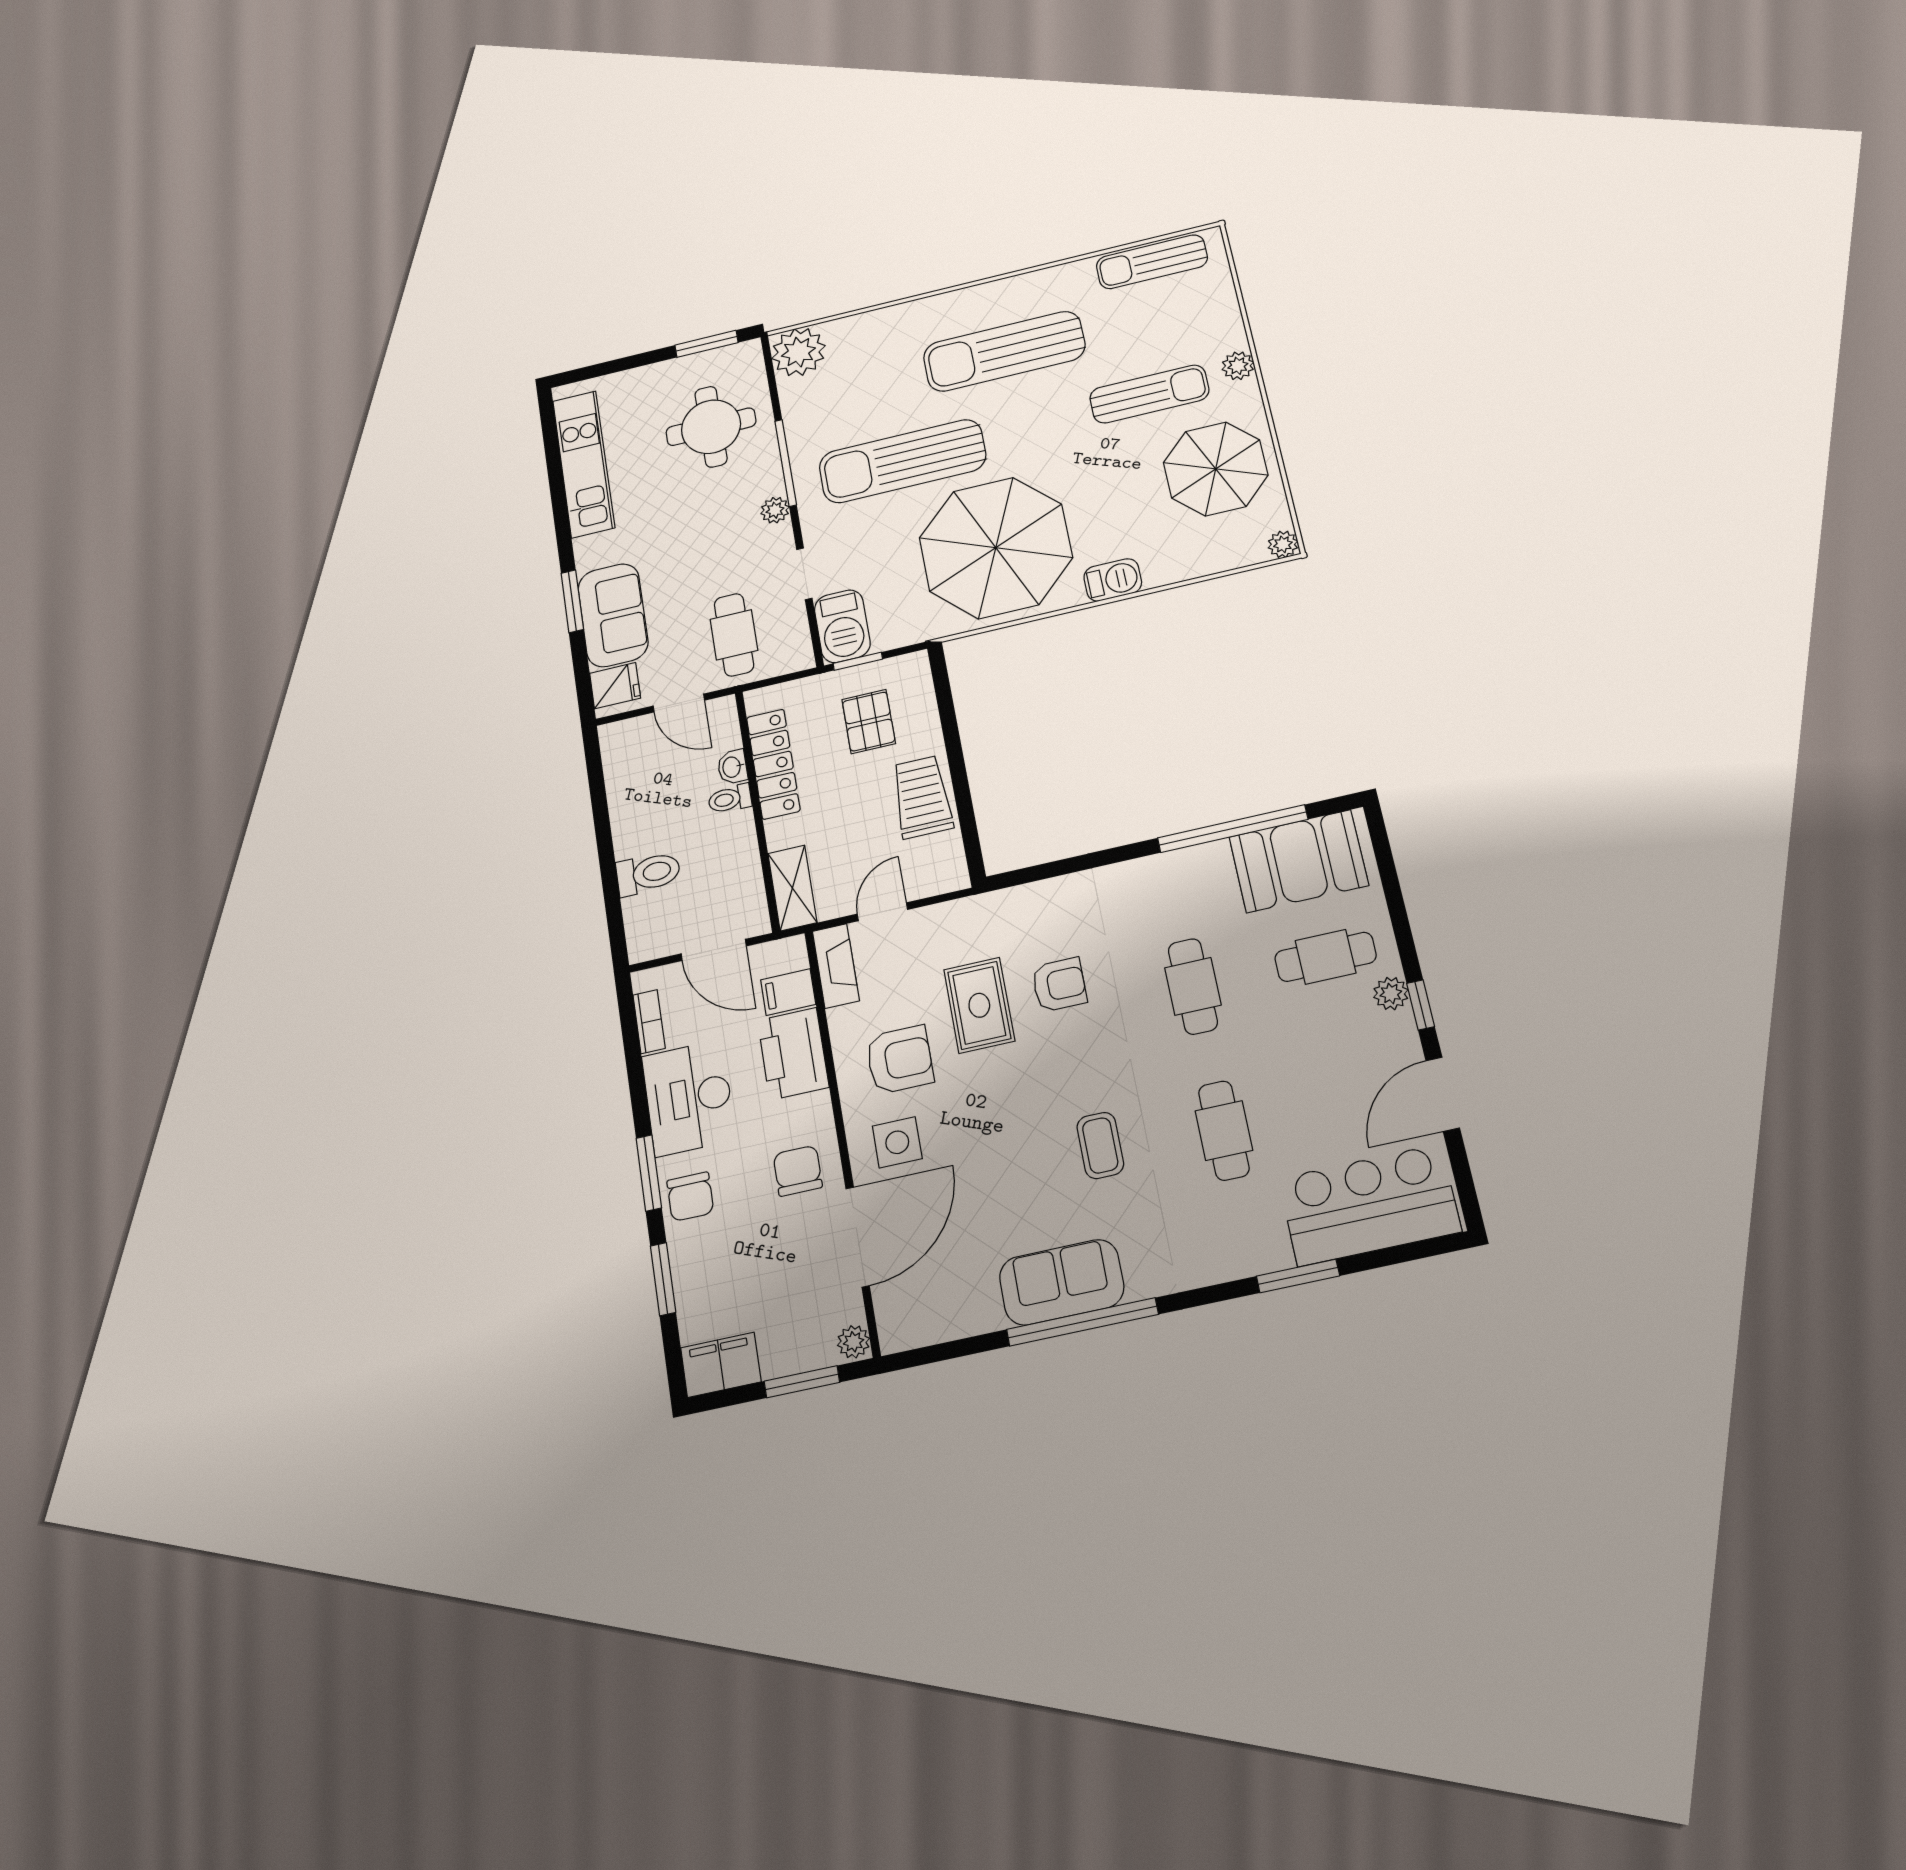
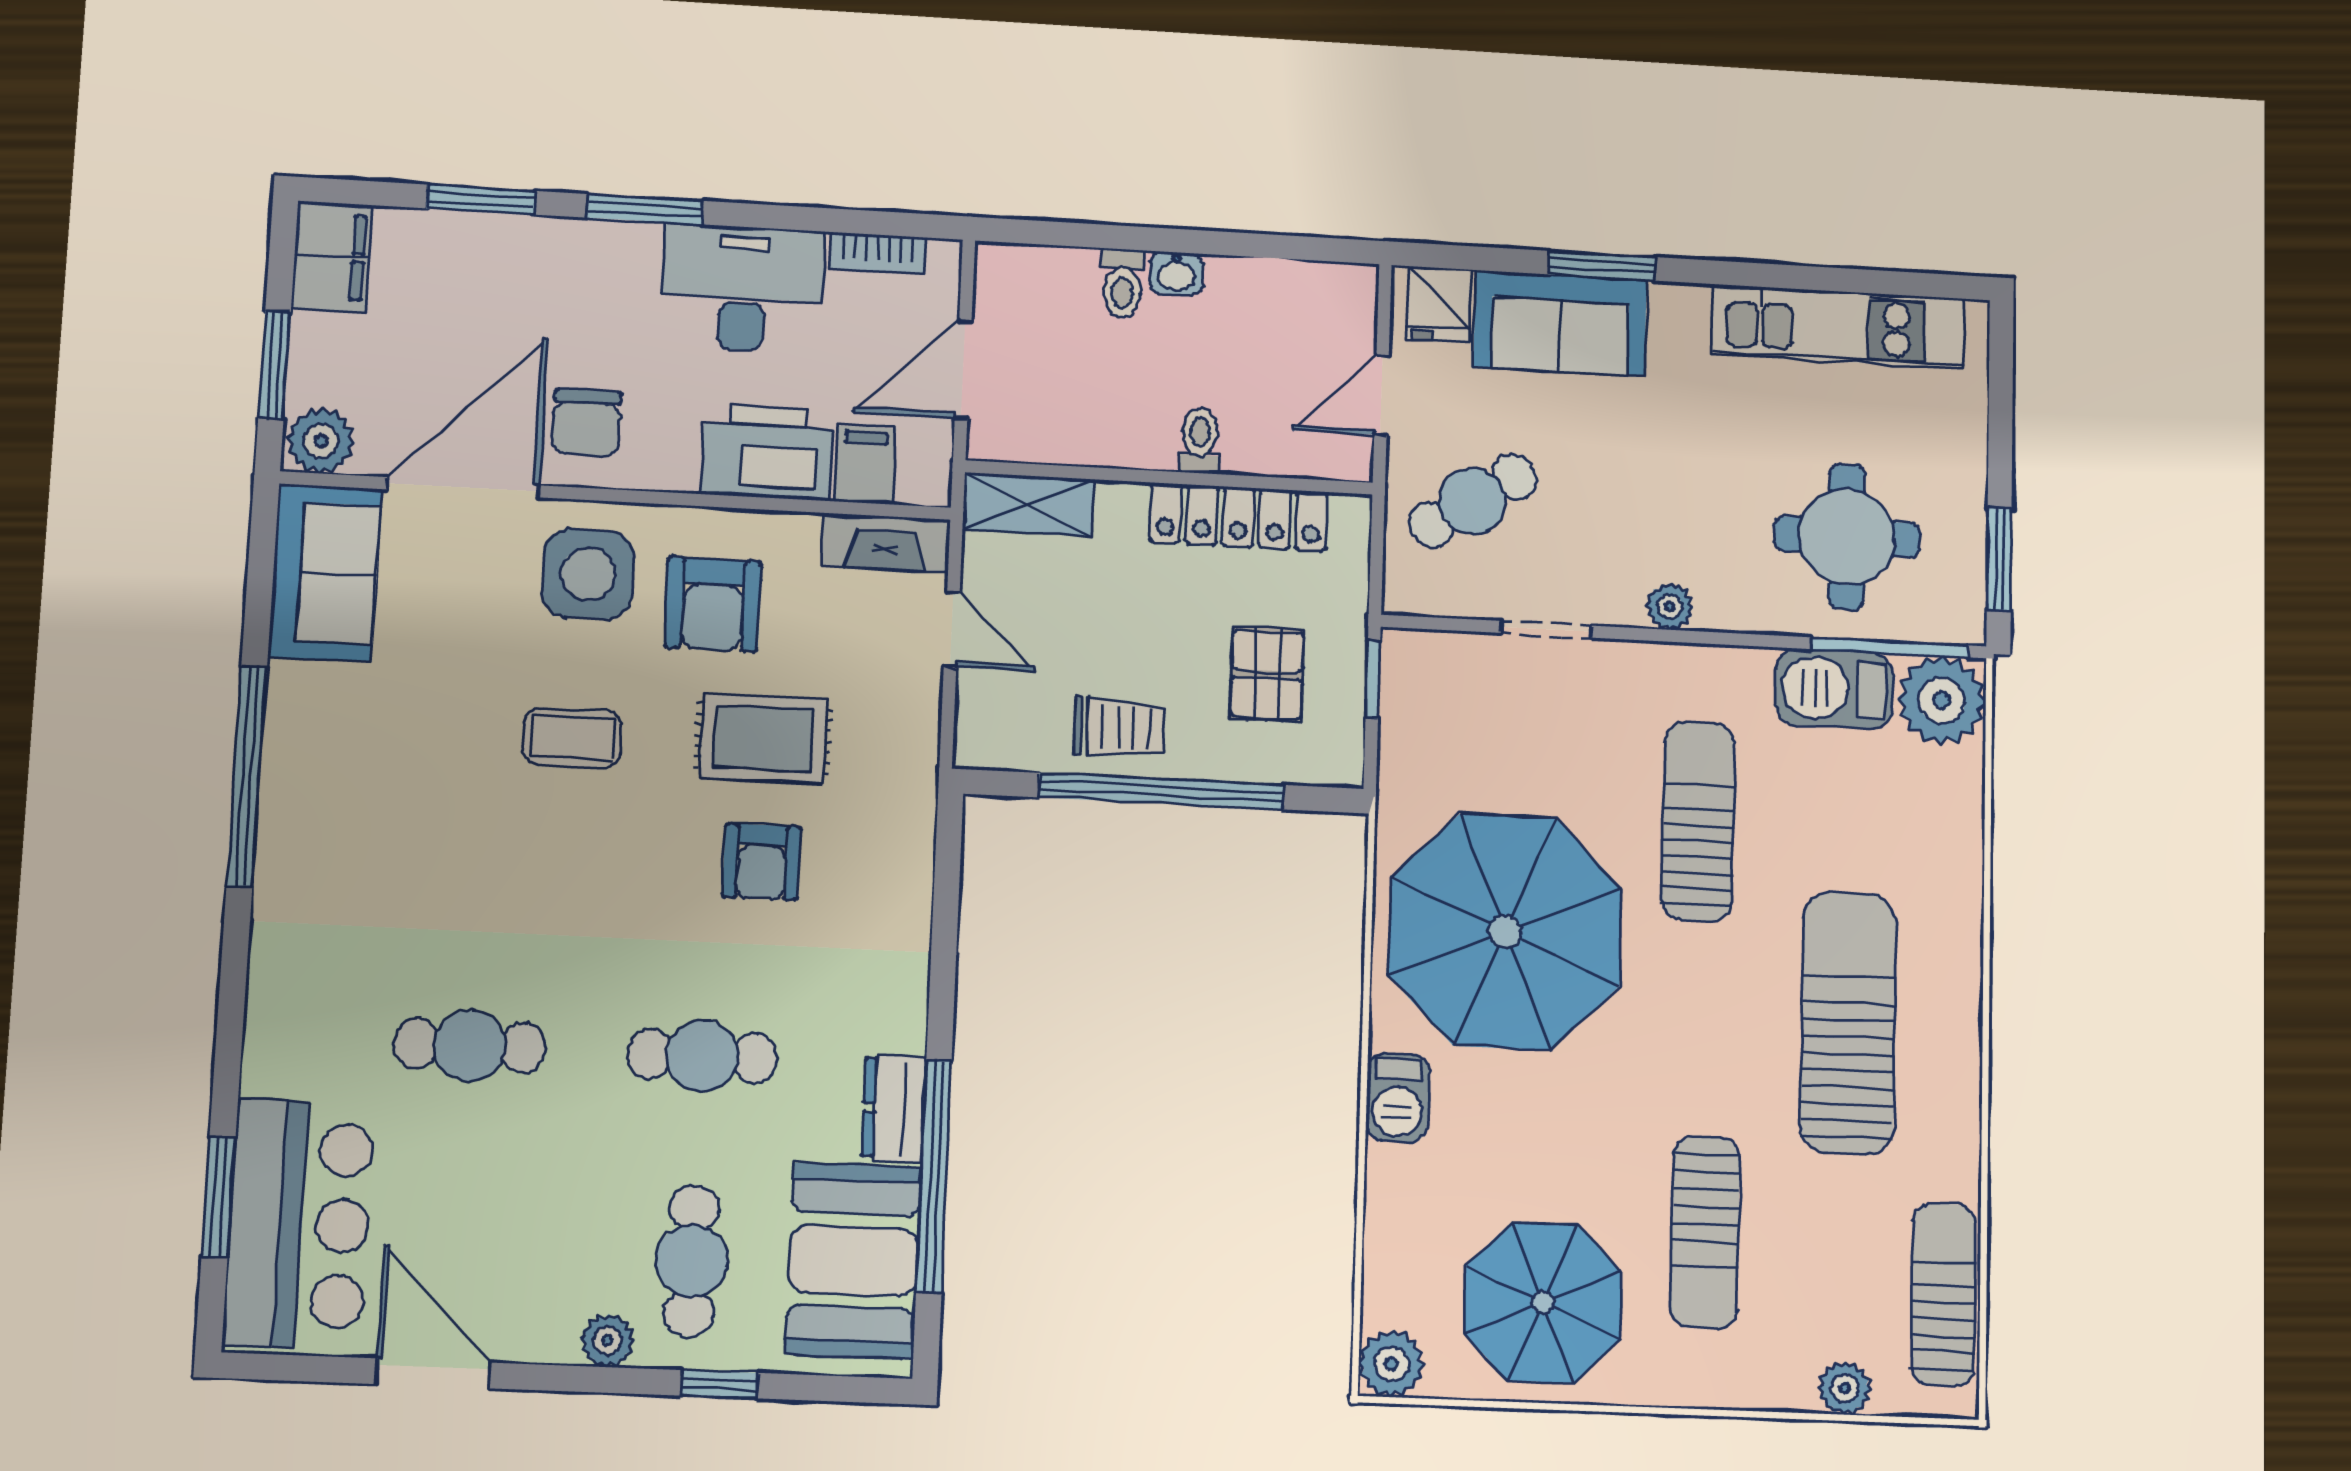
plant: (1238, 366) -> (1845, 1388), moved
sun lounger: (902, 461) -> (1698, 821), width x0.73, depth x0.75
window: (786, 463) -> (1890, 647), moved
plant: (1283, 544) -> (1392, 1364), width x1.38, depth x1.38
barbecue: (842, 626) -> (1834, 689), moved
cafe table: (734, 635) -> (1473, 501), turned -33
pallet: (869, 722) -> (1267, 674), turned 90
window: (956, 762) -> (1161, 791), added
washbasin: (732, 767) -> (1176, 273), moved, turned 180
trolley: (922, 797) -> (1120, 727), width x0.73, depth x0.72
dresser: (1196, 863) -> (894, 1108), added
toilet: (648, 873) -> (1123, 284), width x0.73, depth x0.72
window: (1421, 1005) -> (720, 1384), moved
side table: (897, 1142) -> (588, 574), width x1.37, depth x1.37
coffee table: (1100, 1145) -> (573, 738), moved
chair: (798, 1171) -> (587, 423), turned 90
chair: (690, 1197) -> (592, 262), removed
door: (858, 1237) -> (463, 487), swing flipped
window: (1298, 1276) -> (218, 1197), moved
sofa: (1062, 1282) -> (325, 573), moved
plant: (854, 1342) -> (321, 441), width x1.38, depth x1.38

